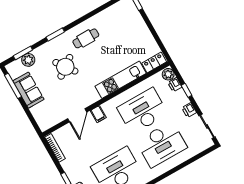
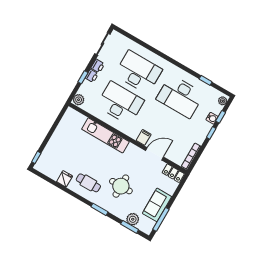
fridge: (102, 18) -> (65, 179), added
locker: (154, 62) -> (173, 173), moved
round table: (65, 67) -> (121, 186), turned 36
printer: (175, 85) -> (92, 76), moved
desk: (143, 111) -> (120, 103), turned 180

